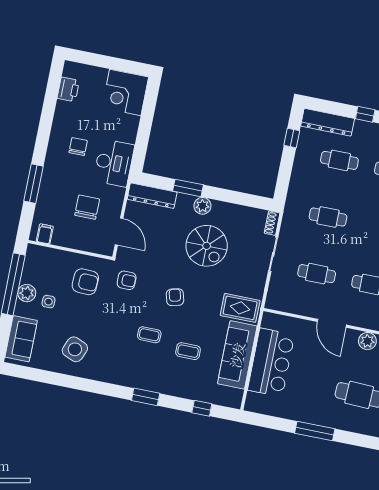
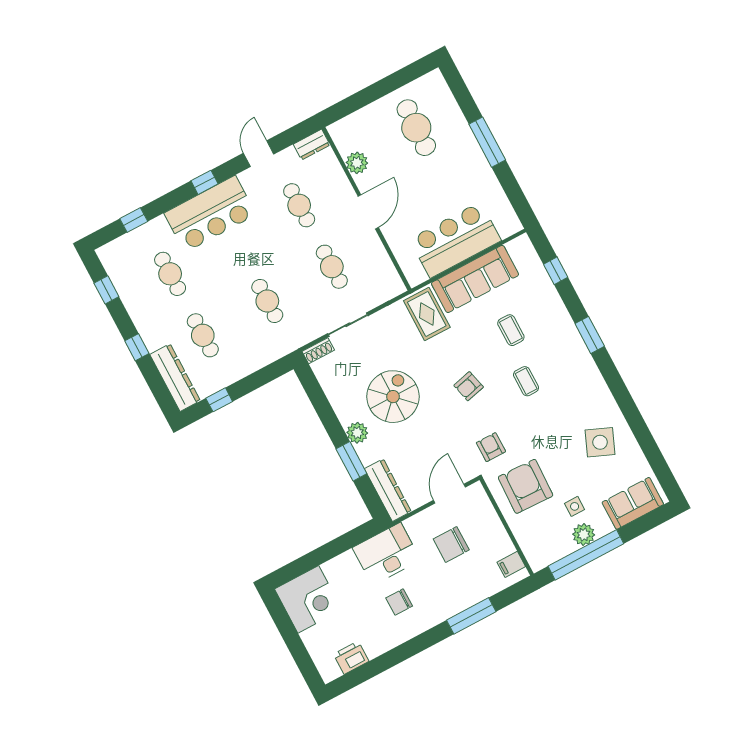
armchair: (85, 282) -> (526, 486), width x1.36, depth x1.36

